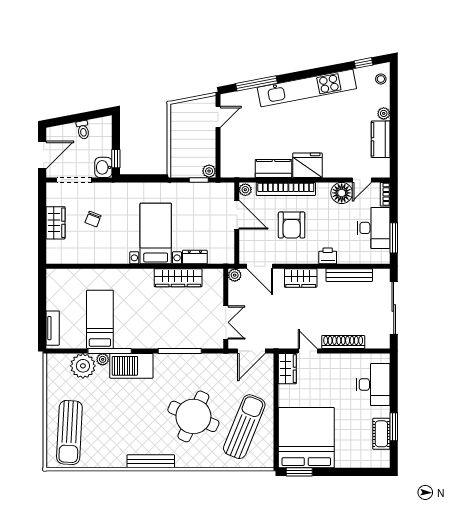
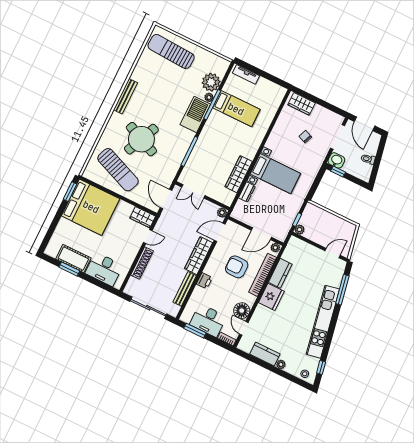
door: (218, 117) -> (333, 253), swing flipped
wardrobe: (55, 223) -> (302, 104), moved
wardrobe: (301, 278) -> (199, 256), width x1.50
cot: (381, 434) -> (73, 258), width x1.37, depth x1.34

